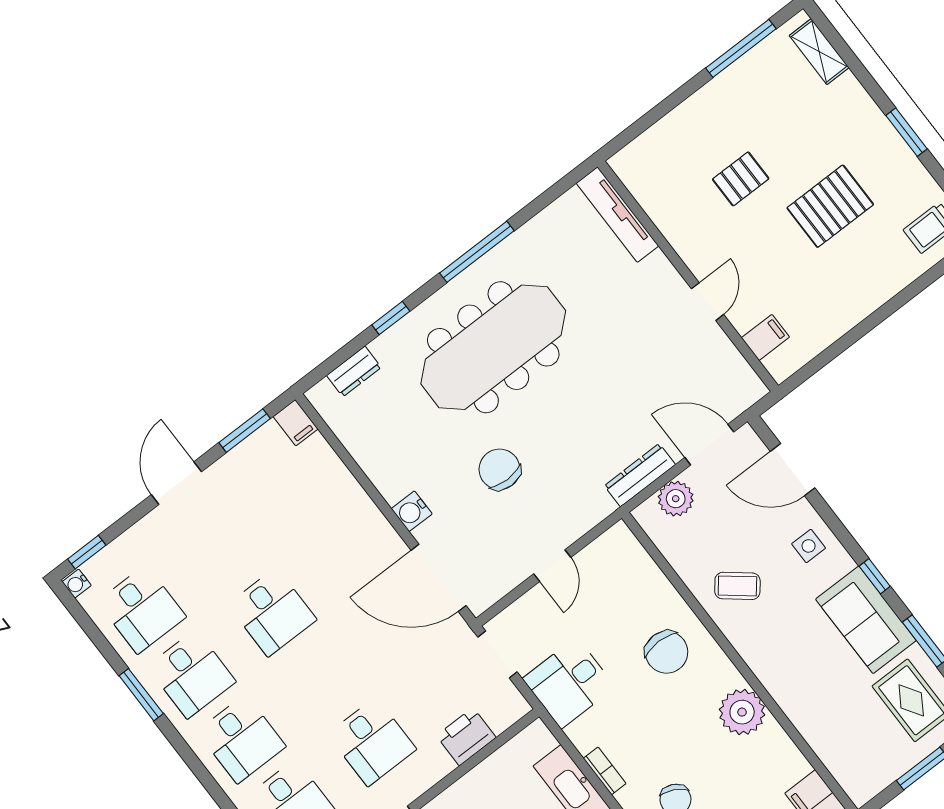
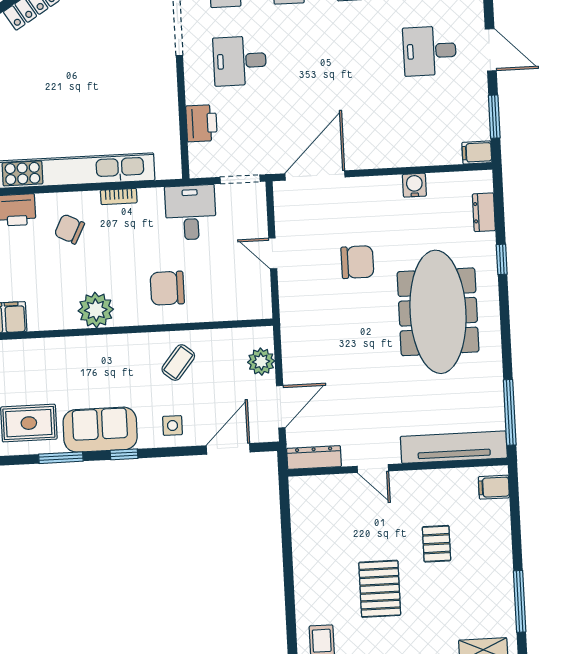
tv unit: (617, 215) -> (454, 447), width x1.36, depth x1.29
window: (477, 252) -> (510, 412), moved
filing cabinet: (765, 337) -> (494, 487), moved, turned 90
dresser: (640, 475) -> (314, 458), moved, turned -90
water cooler: (412, 511) -> (414, 185), moved
desk: (272, 612) -> (430, 51), moved

